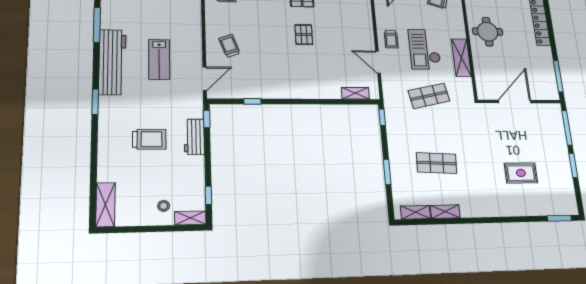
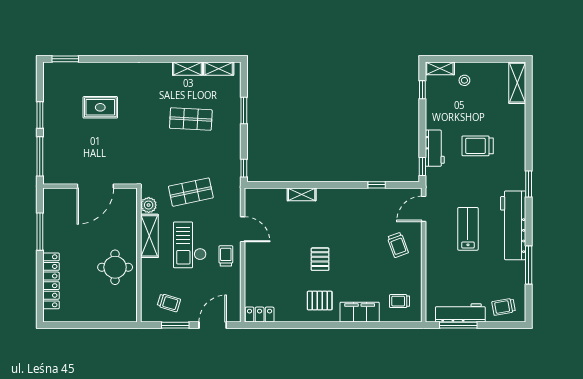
checkout: (425, 49) -> (190, 245), turned 180
window: (558, 76) -> (40, 232), moved
plant: (466, 84) -> (149, 205), added
shelving: (355, 93) -> (302, 194), moved

